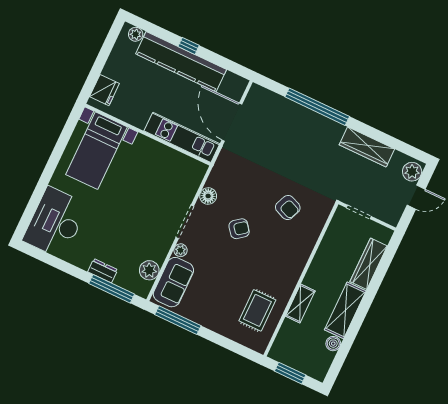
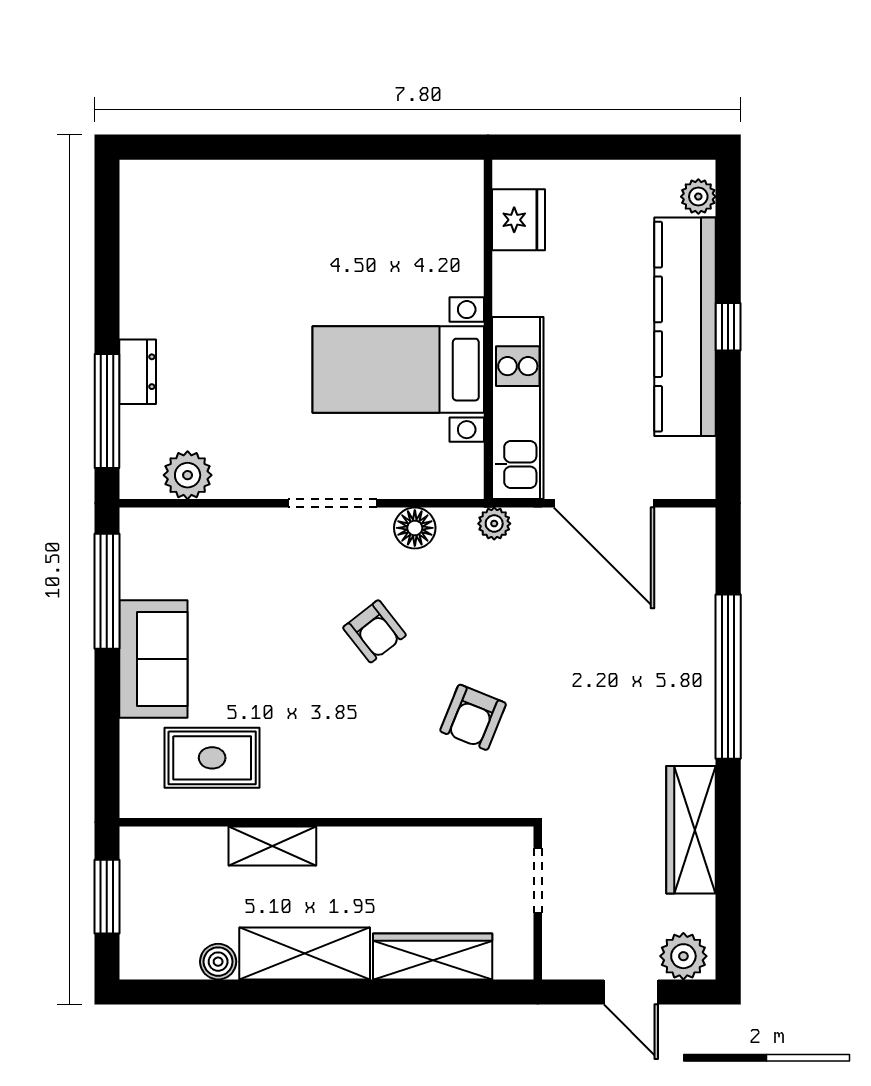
fridge: (104, 90) -> (518, 220), moved, turned -90
door: (232, 122) -> (604, 503), swing flipped
bed with nightstands: (96, 151) -> (398, 370), moved
desk: (55, 223) -> (195, 216), removed
plant: (180, 250) -> (494, 524), moved
sofa: (173, 282) -> (153, 659), moved, turned -90

